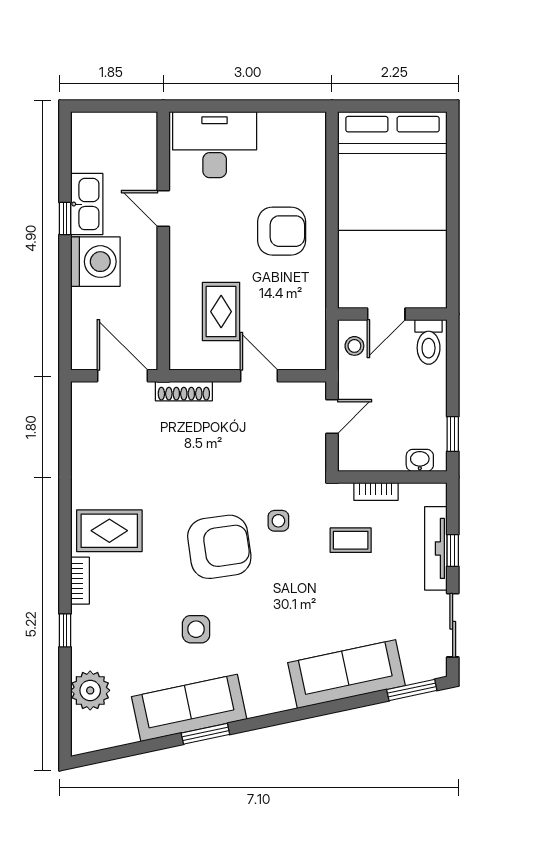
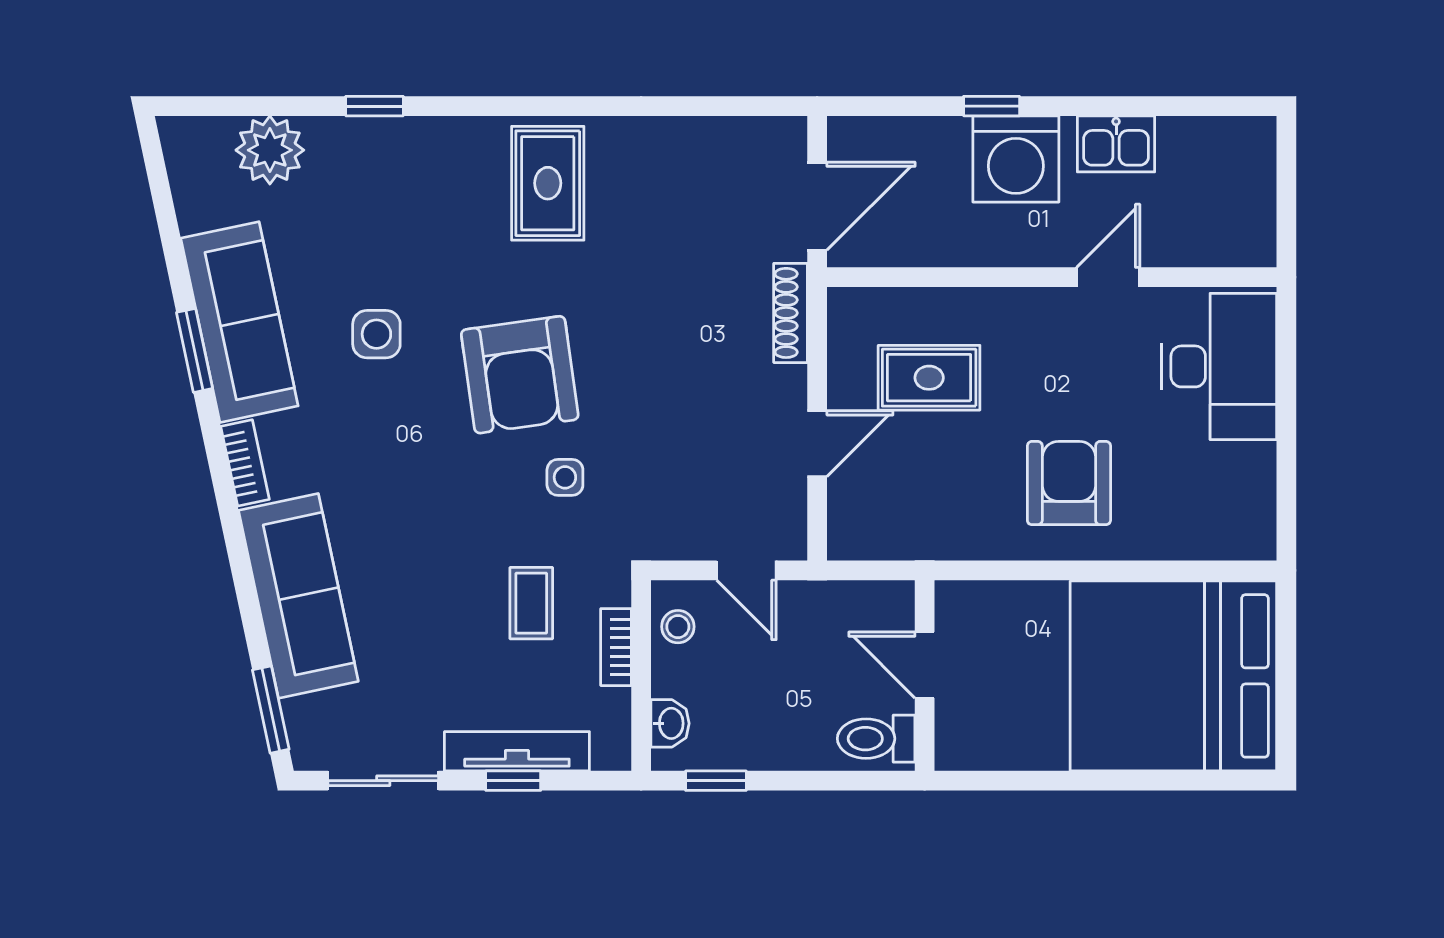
kitchen sink: (87, 204) -> (1116, 144), width x0.73
window: (65, 219) -> (992, 106), moved
armchair: (282, 231) -> (1069, 483), turned 180
stool: (354, 346) -> (678, 627), moved
bookcase: (80, 581) -> (245, 463), moved, turned -102

